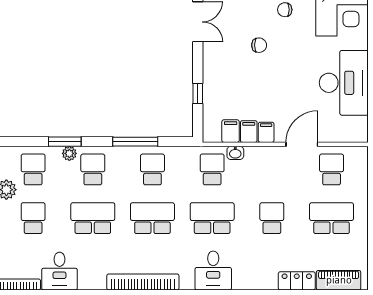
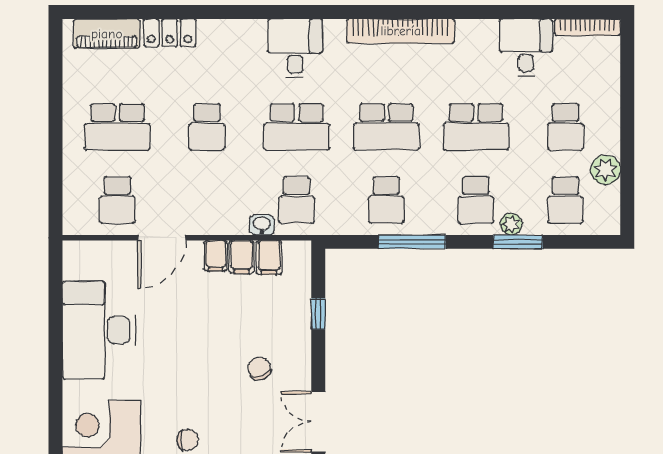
chair: (259, 45) -> (259, 368), moved, turned 68

